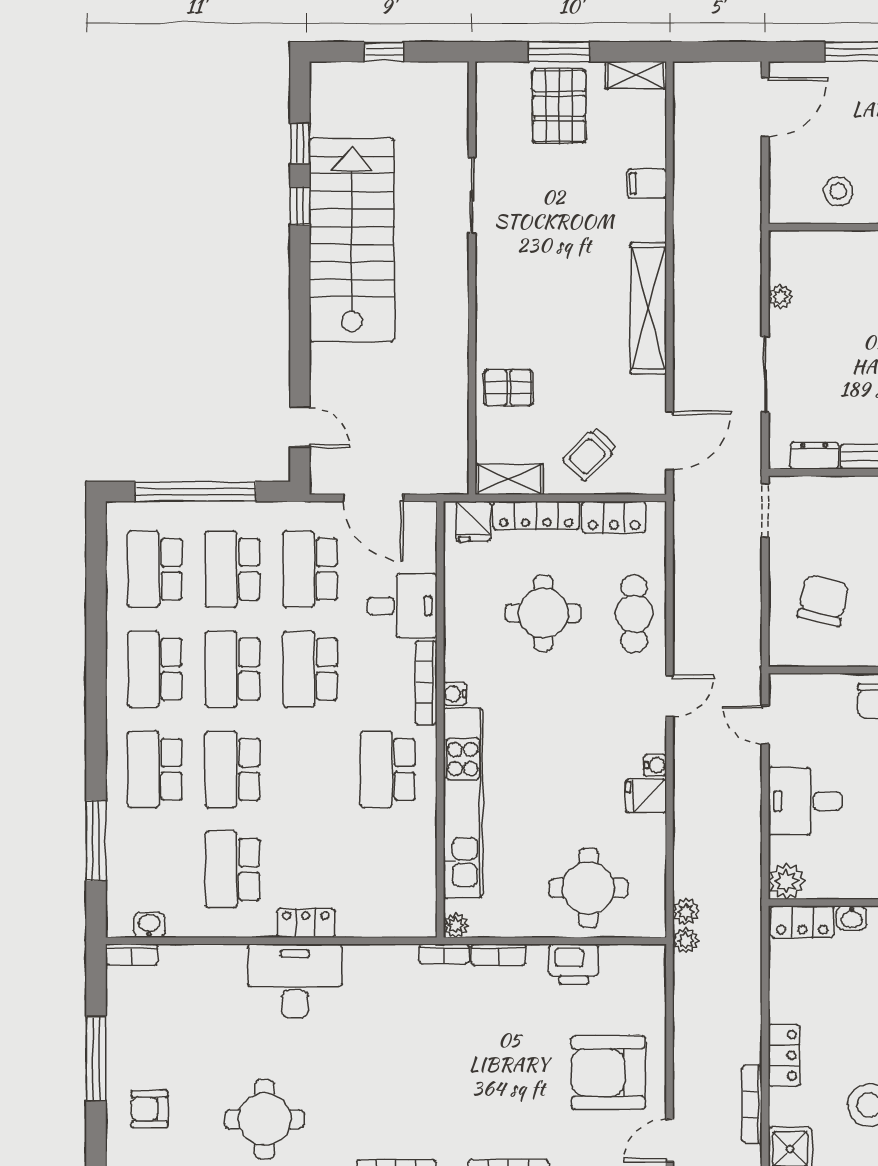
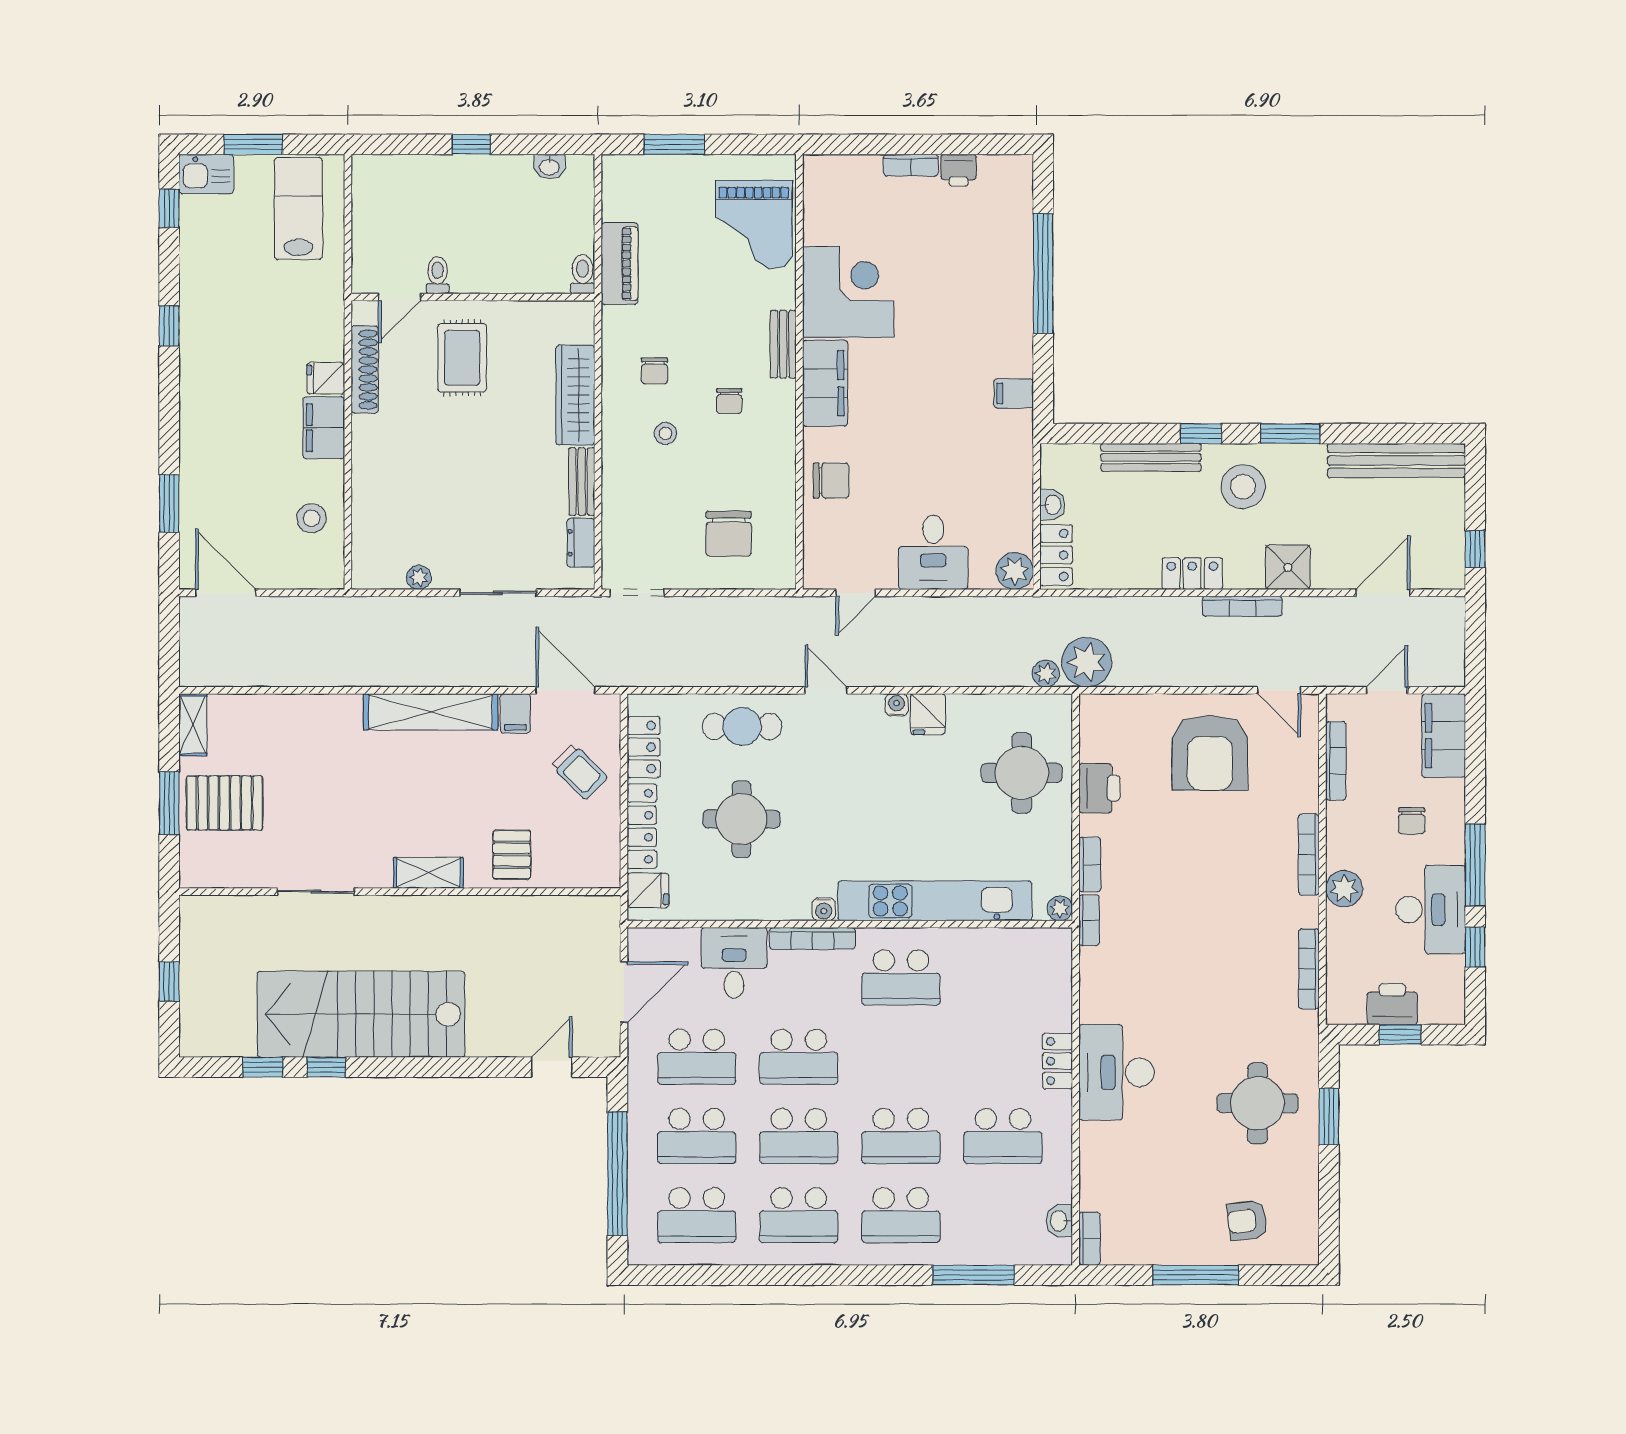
filing cabinet: (647, 184) -> (515, 713), moved
shelving: (509, 479) -> (428, 873), moved, turned 90
chair: (823, 601) -> (729, 534), turned -103
plant: (686, 940) -> (1087, 662), width x1.87, depth x1.87
armchair: (149, 1109) -> (1247, 1220), turned 83

